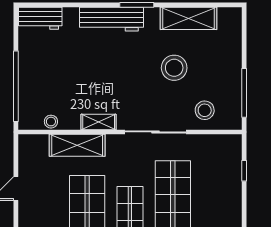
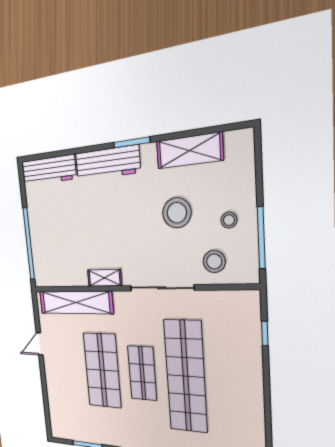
workbench: (40, 18) -> (49, 170), width x1.38
stool: (51, 122) -> (229, 220), moved
shelving: (77, 145) -> (76, 302), width x1.47

